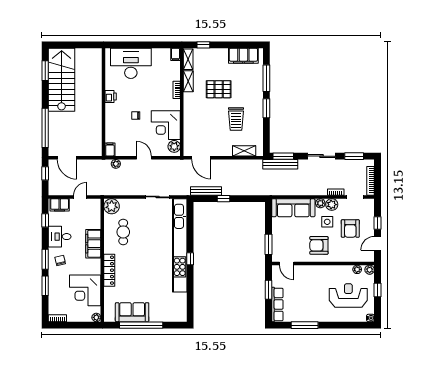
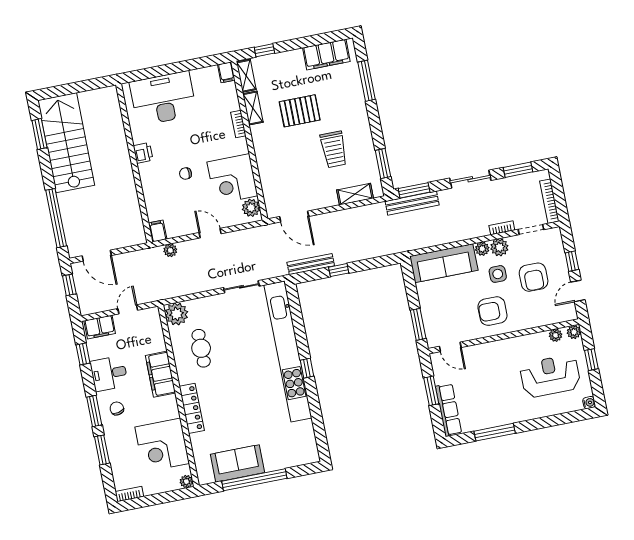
window: (266, 108) -> (383, 163), moved

